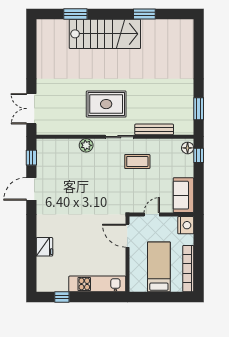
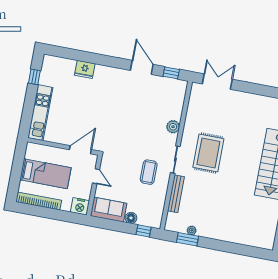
plant: (189, 106) -> (192, 230), added
floor lamp: (188, 148) -> (131, 218), moved

